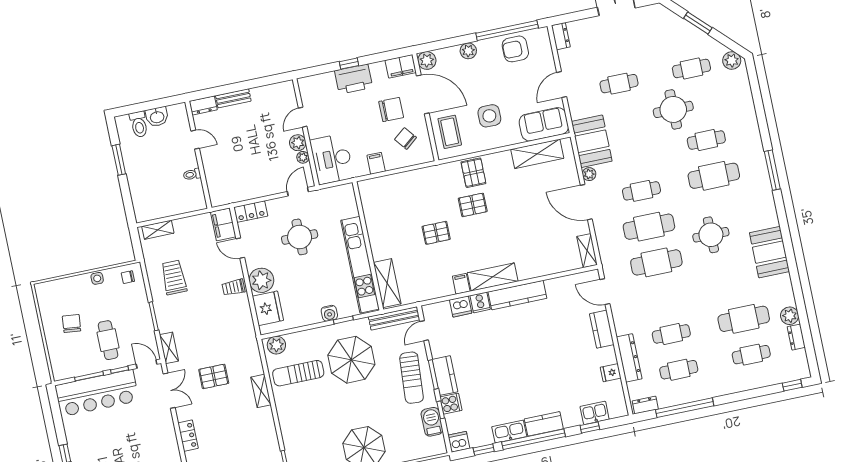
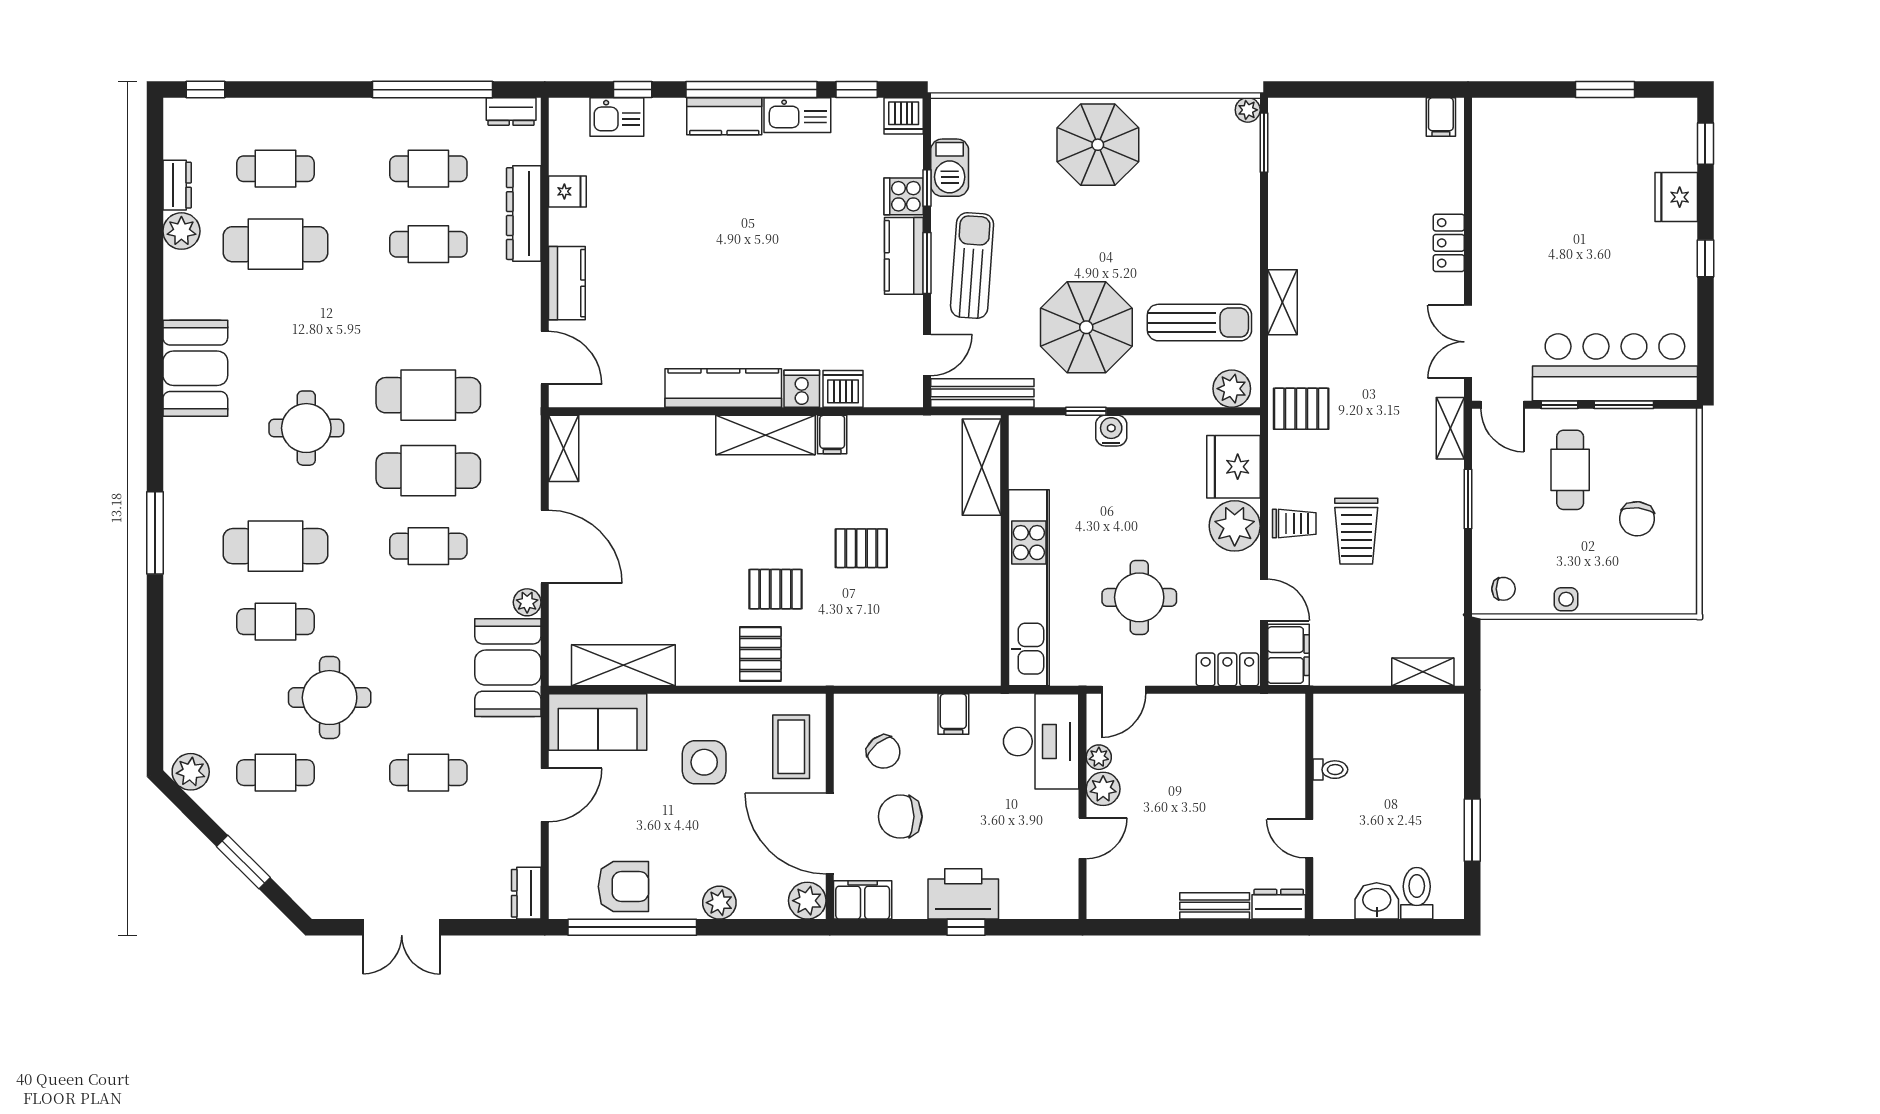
kitchen unit: (360, 265) -> (1029, 588), moved
trolley: (174, 277) -> (1356, 531), moved
pallet: (214, 376) -> (1301, 409), moved

